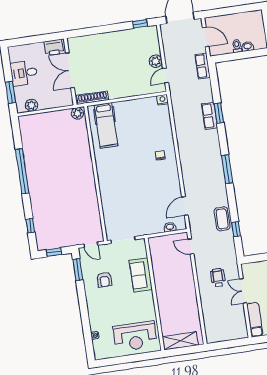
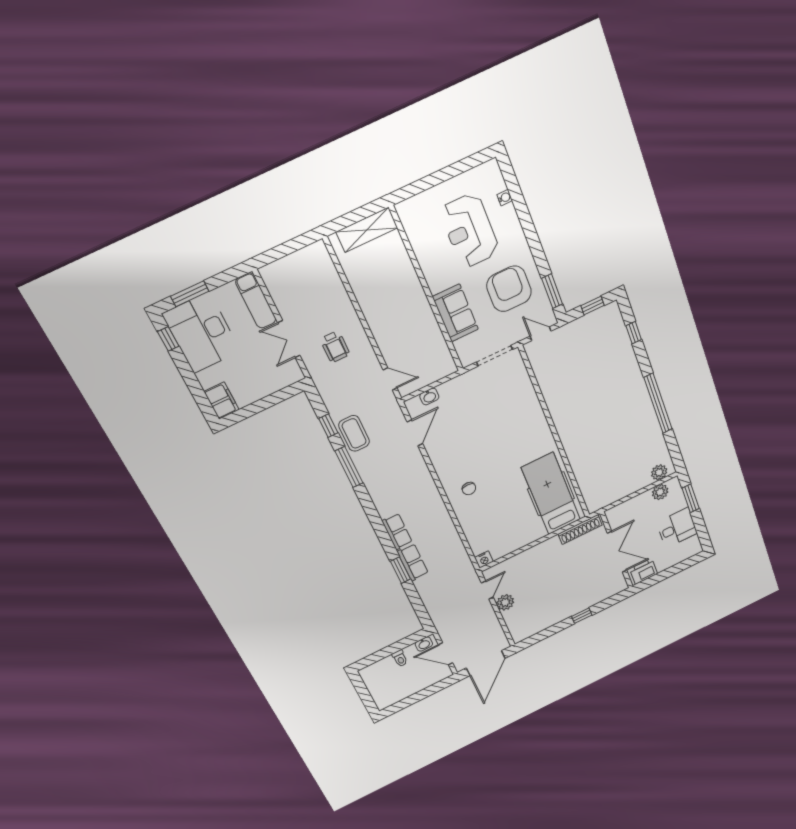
window: (140, 24) -> (582, 616), moved
washbasin: (248, 46) -> (424, 644), moved
row of seats: (203, 66) -> (397, 532), moved
plant: (77, 113) -> (659, 472), moved
hospital bed: (106, 125) -> (551, 494), width x1.37, depth x1.29
window: (227, 169) -> (349, 467), moved
armchair: (104, 280) -> (509, 289), width x1.88, depth x1.88
double door: (243, 291) -> (289, 339), swing flipped
reception desk: (135, 336) -> (470, 231), moved, turned -90

